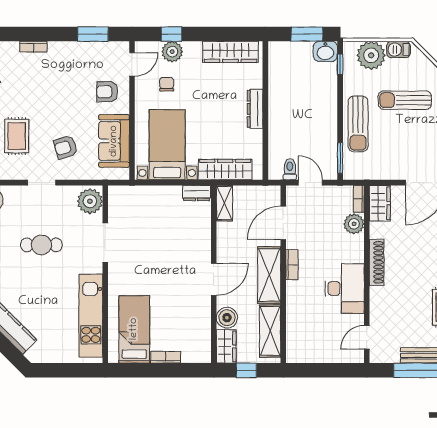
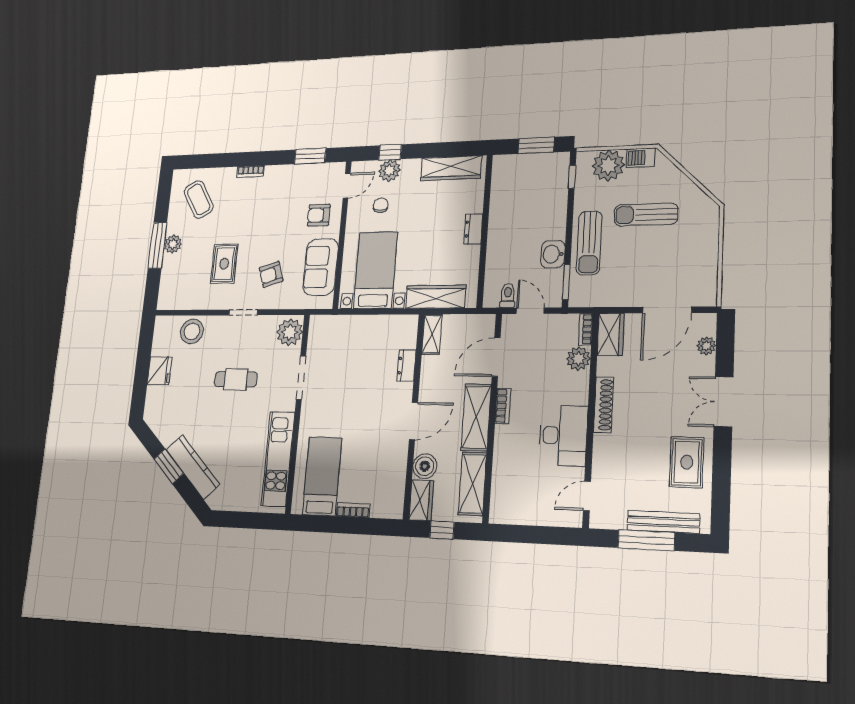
washbasin: (325, 51) -> (553, 254), moved, turned 90
dresser: (255, 109) -> (473, 229), width x0.70
dresser: (196, 193) -> (406, 366), moved, turned 90

